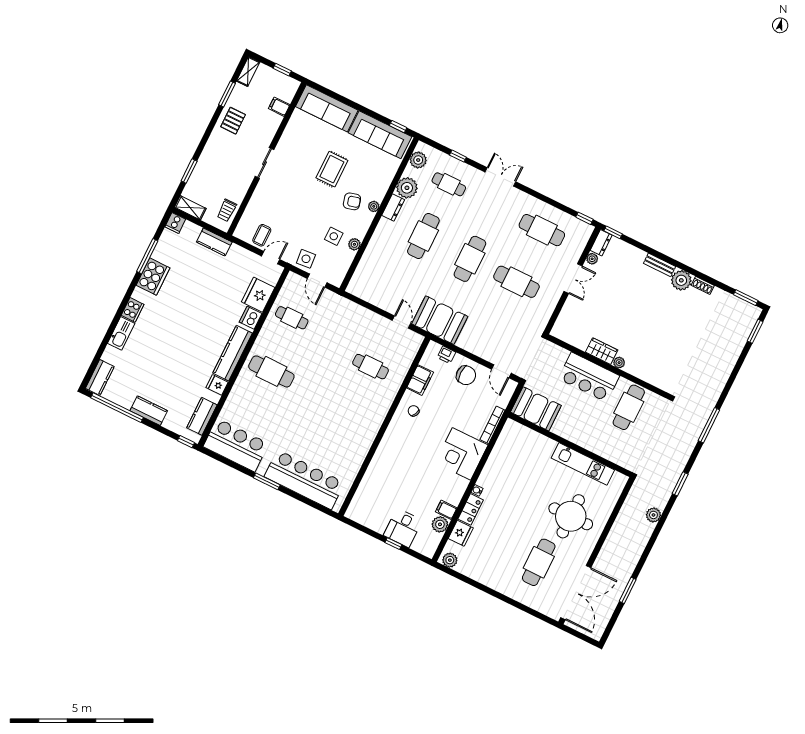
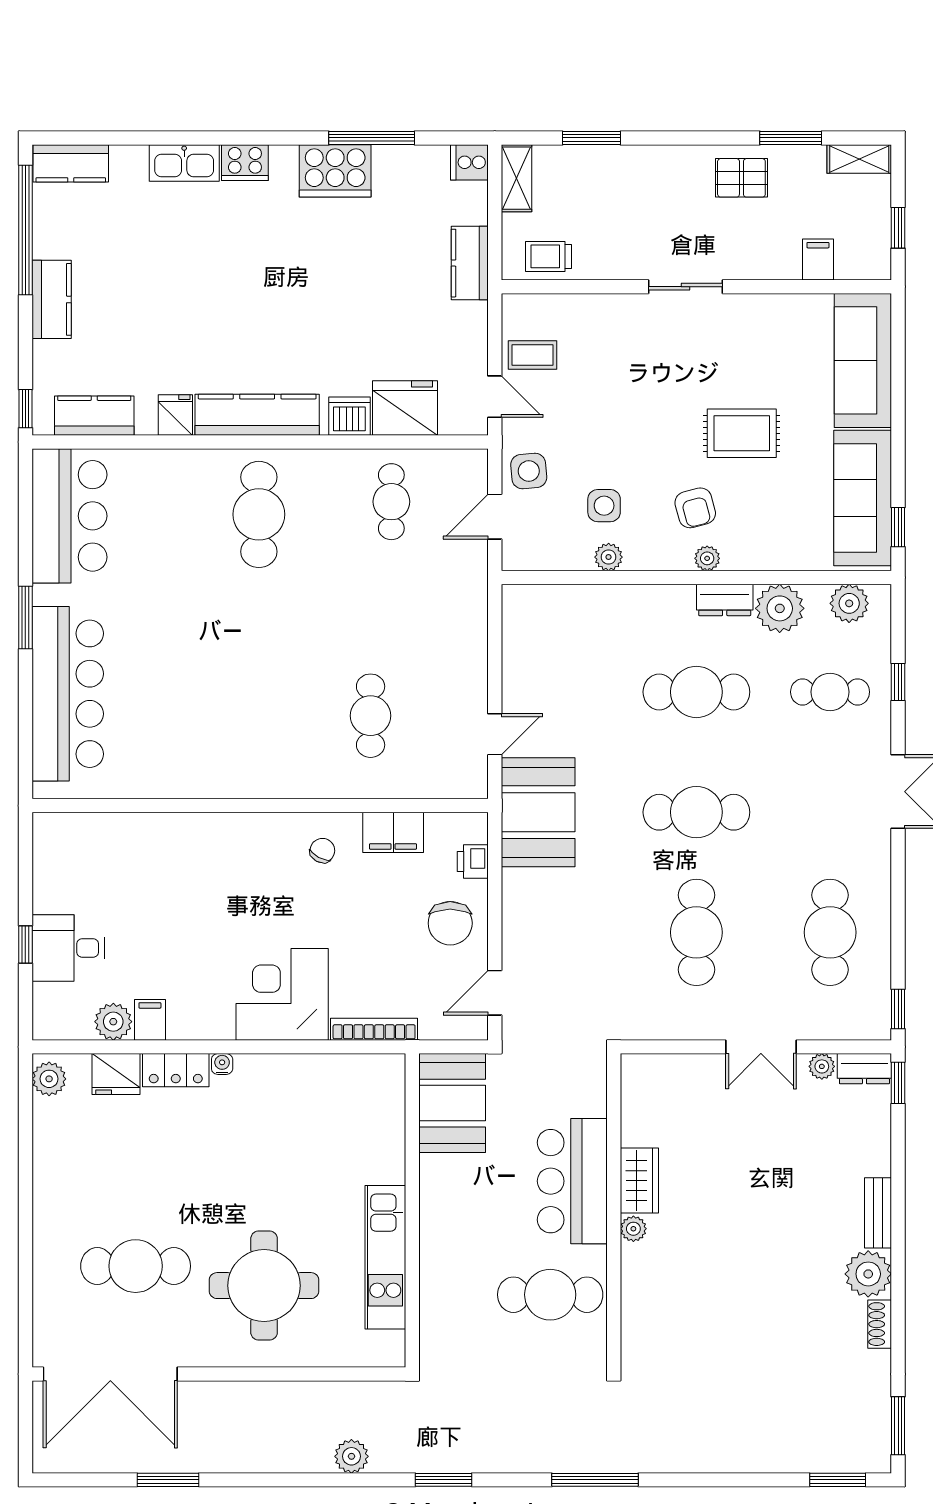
cafe table: (449, 184) -> (830, 692), turned 90

